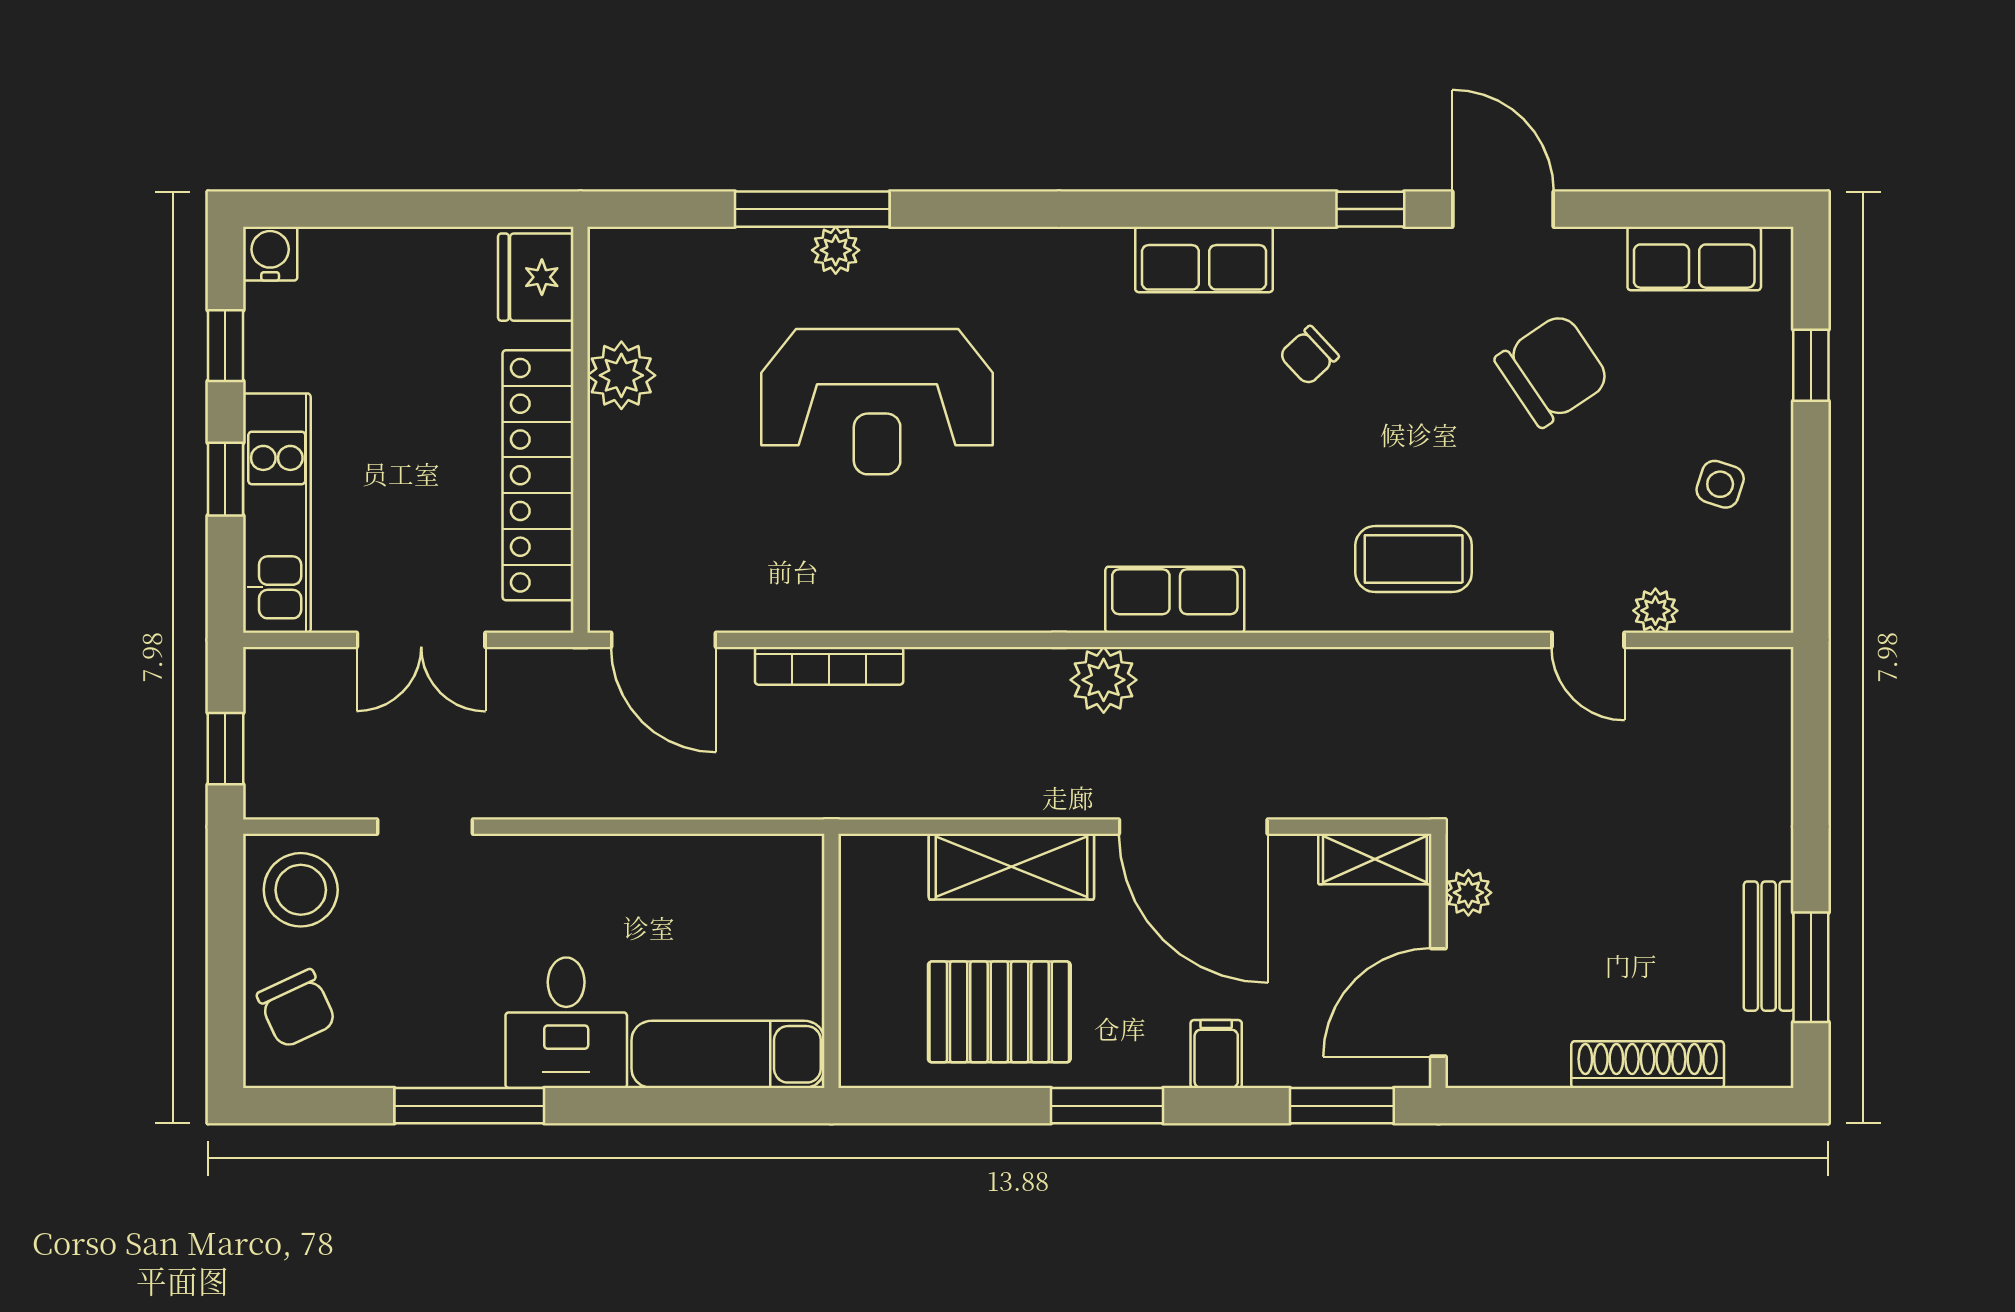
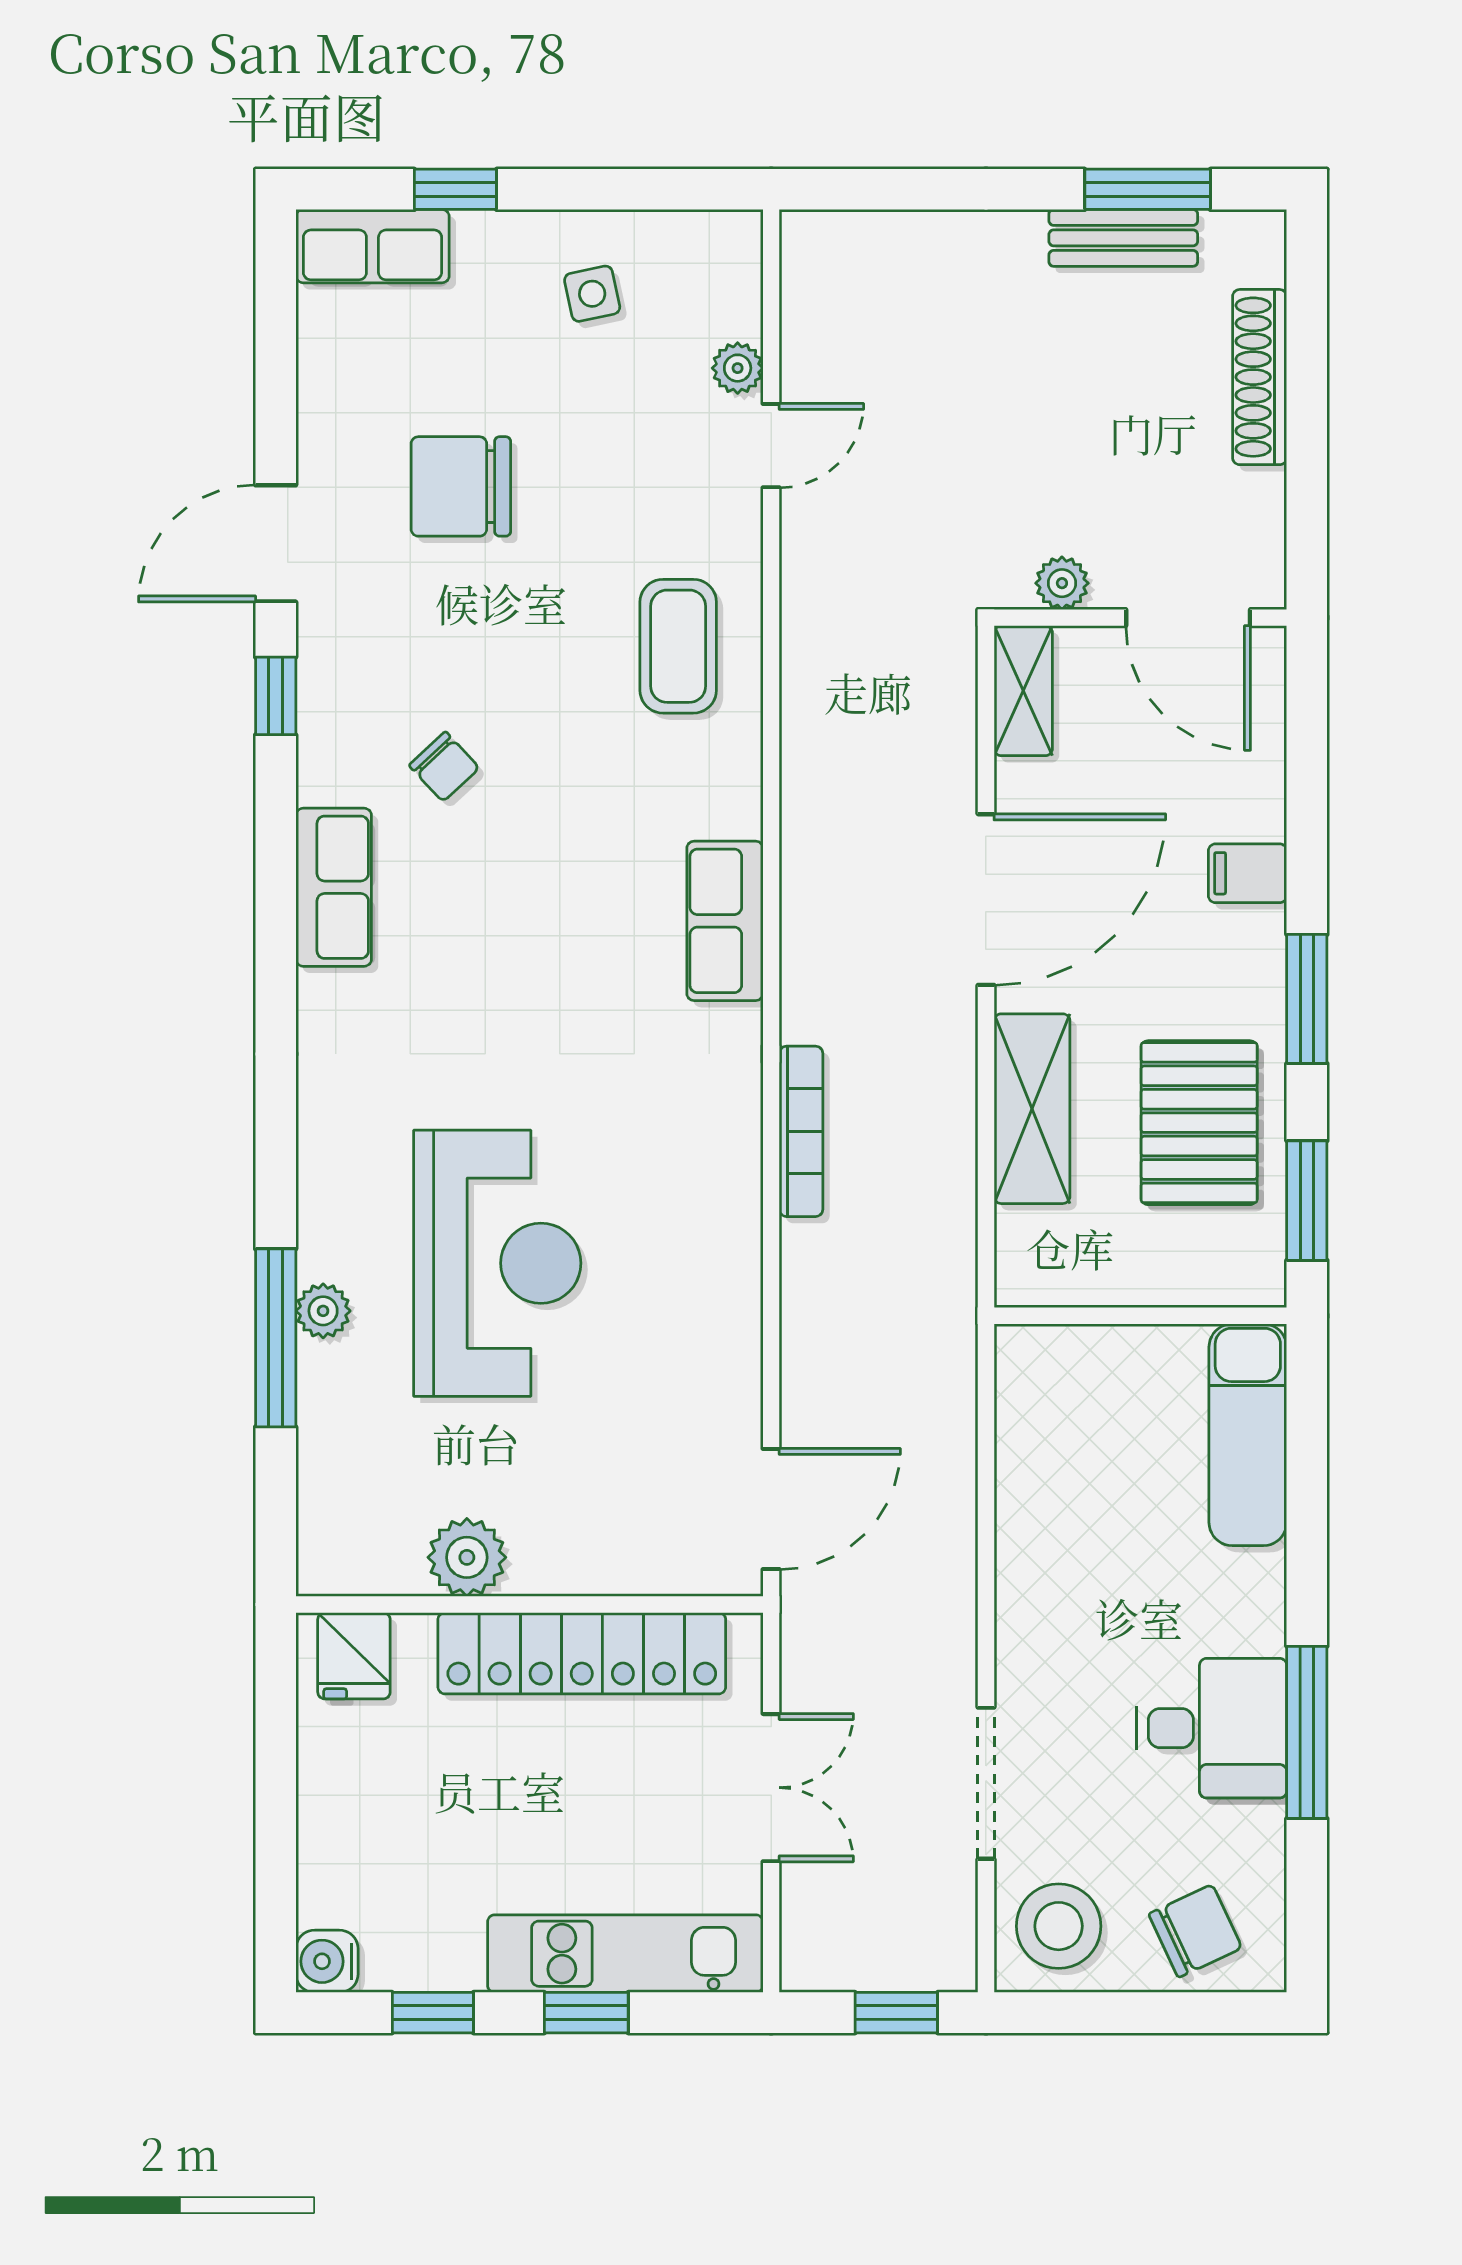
row of seats: (1694, 258) -> (372, 246), moved, turned 90
fridge: (536, 277) -> (354, 1656), width x0.72
chair: (1553, 370) -> (461, 486), turned -56
side table: (1720, 484) -> (592, 294), turned -30
bookcase: (829, 666) -> (801, 1131), moved
plant: (1104, 680) -> (817, 1003), removed
doorway: (425, 827) -> (986, 1783), width x1.38
desk: (566, 1023) -> (1211, 1728), moved
window: (1342, 1106) -> (1307, 1201), moved

